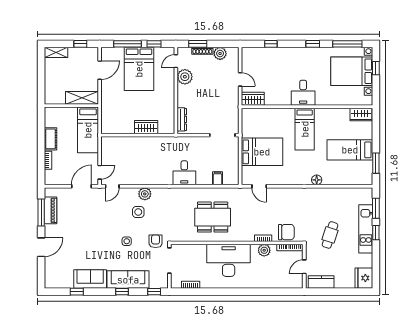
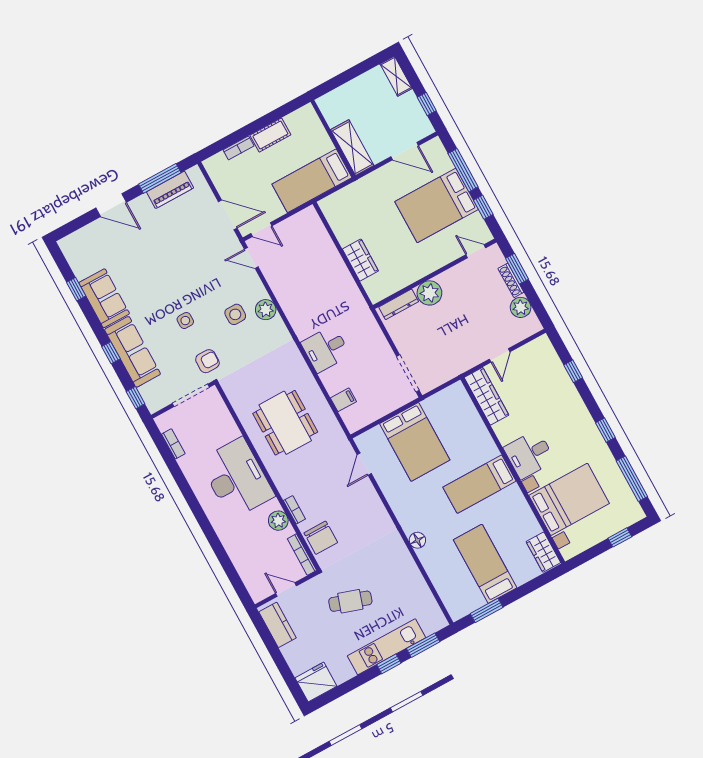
bed with nightstands: (352, 71) -> (569, 499), moved, turned 90
plant: (185, 77) -> (429, 293), moved
wardrobe: (253, 99) -> (486, 396), width x1.50

